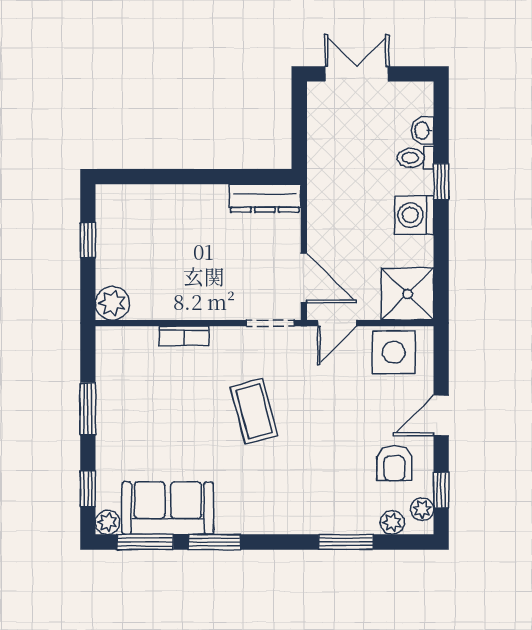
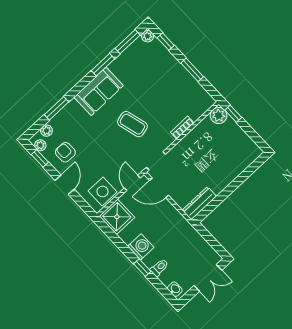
washbasin: (423, 130) -> (175, 289), moved
window: (88, 240) -> (233, 114), moved
sofa: (168, 508) -> (99, 91), moved

